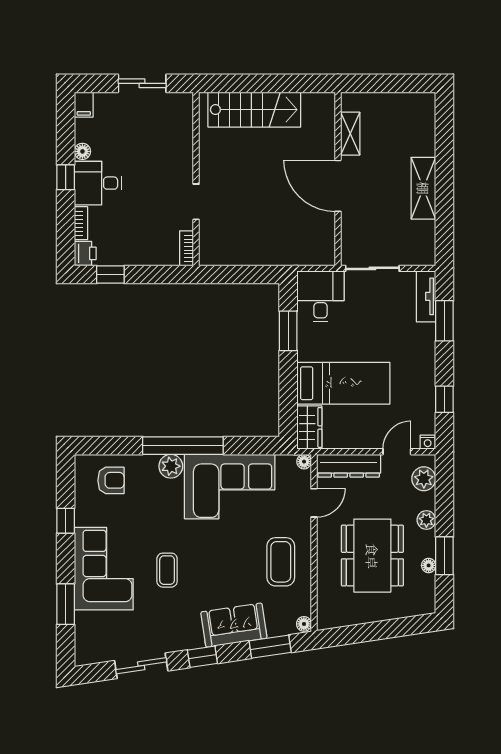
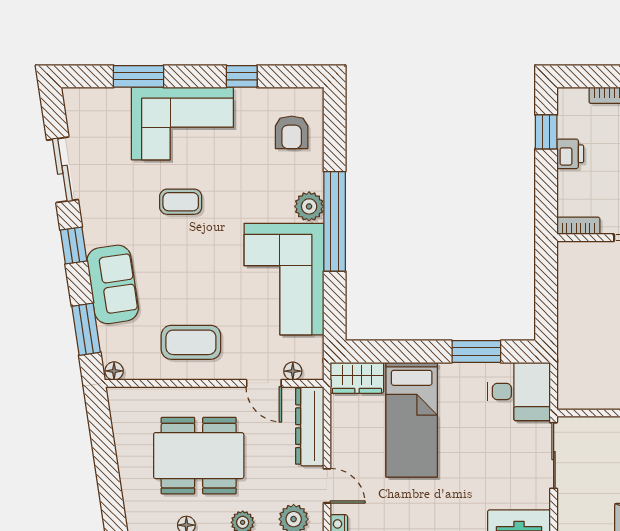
printer: (85, 253) -> (570, 154), moved, turned -90
floor lamp: (304, 462) -> (293, 371), moved

